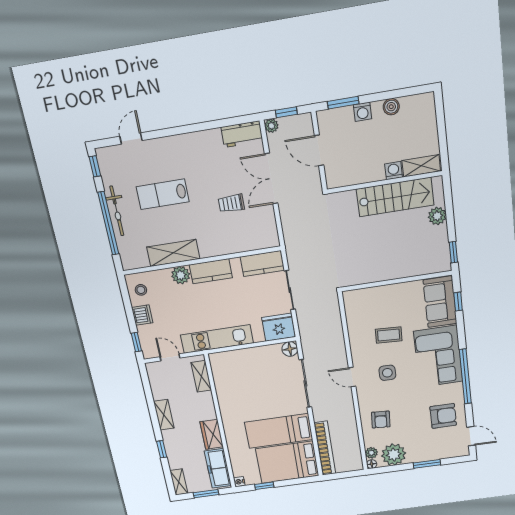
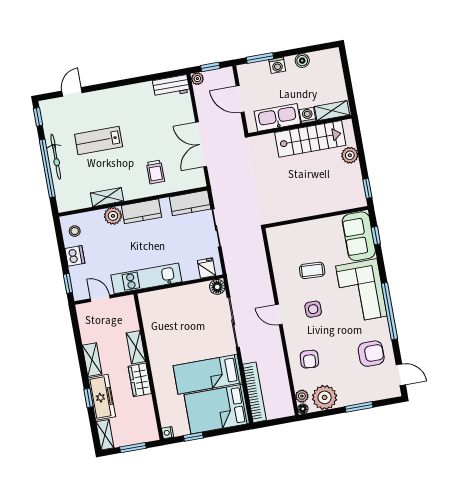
kitchen sink: (360, 172) -> (277, 117), added
double door: (271, 179) -> (201, 144), moved
trolley: (231, 203) -> (155, 172), moved, turned -90
shelving: (173, 253) -> (107, 197), width x0.67, depth x0.75
fridge: (279, 327) -> (207, 268), width x0.53, depth x0.75
shelving: (201, 376) -> (136, 347), moved
freezer: (218, 468) -> (102, 397), moved, turned 180

